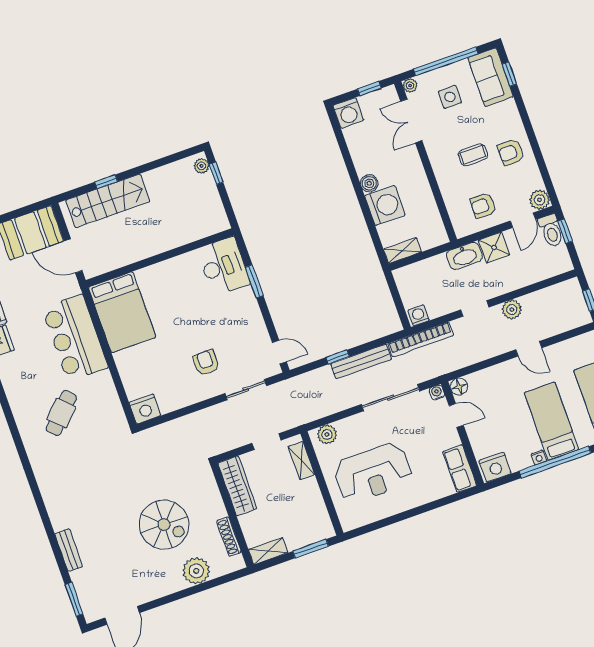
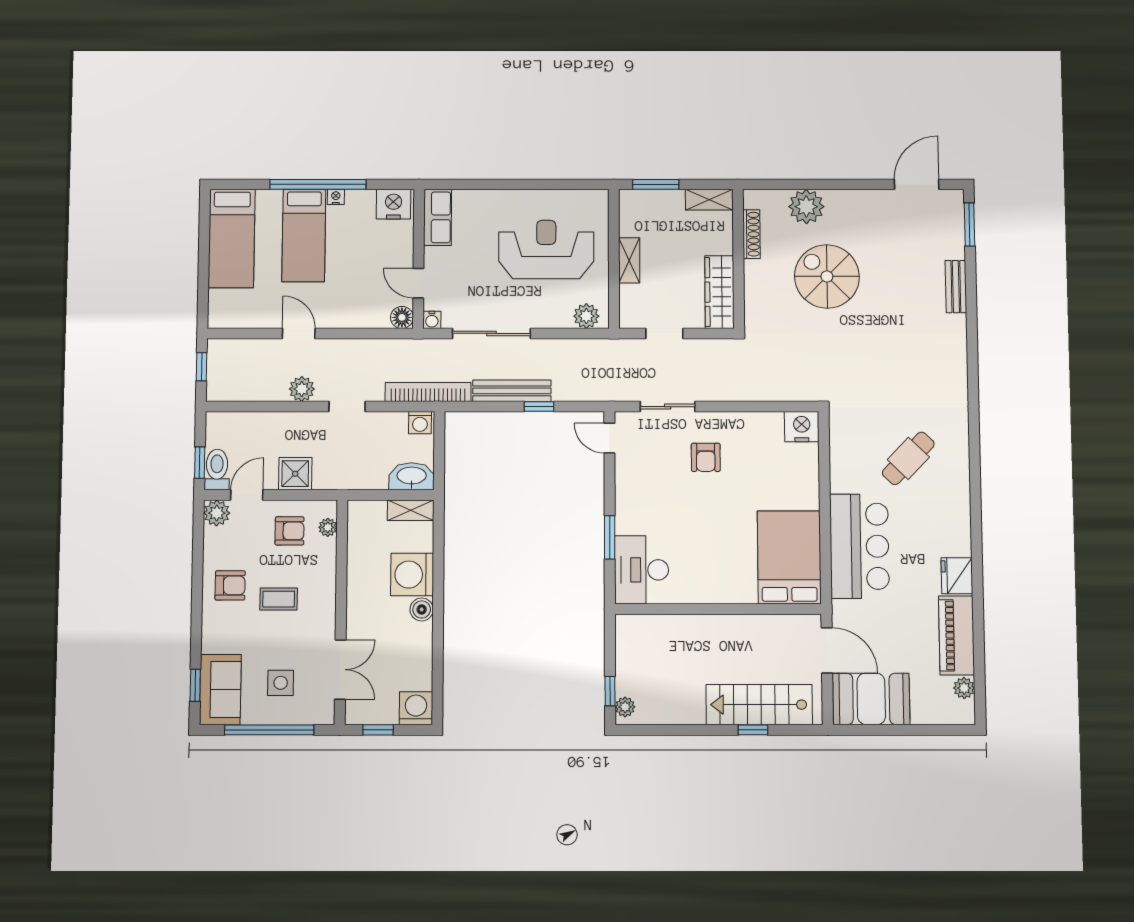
plant: (410, 85) -> (328, 527), moved
washbasin: (464, 256) -> (412, 476), moved
shelving: (301, 461) -> (629, 260), moved

